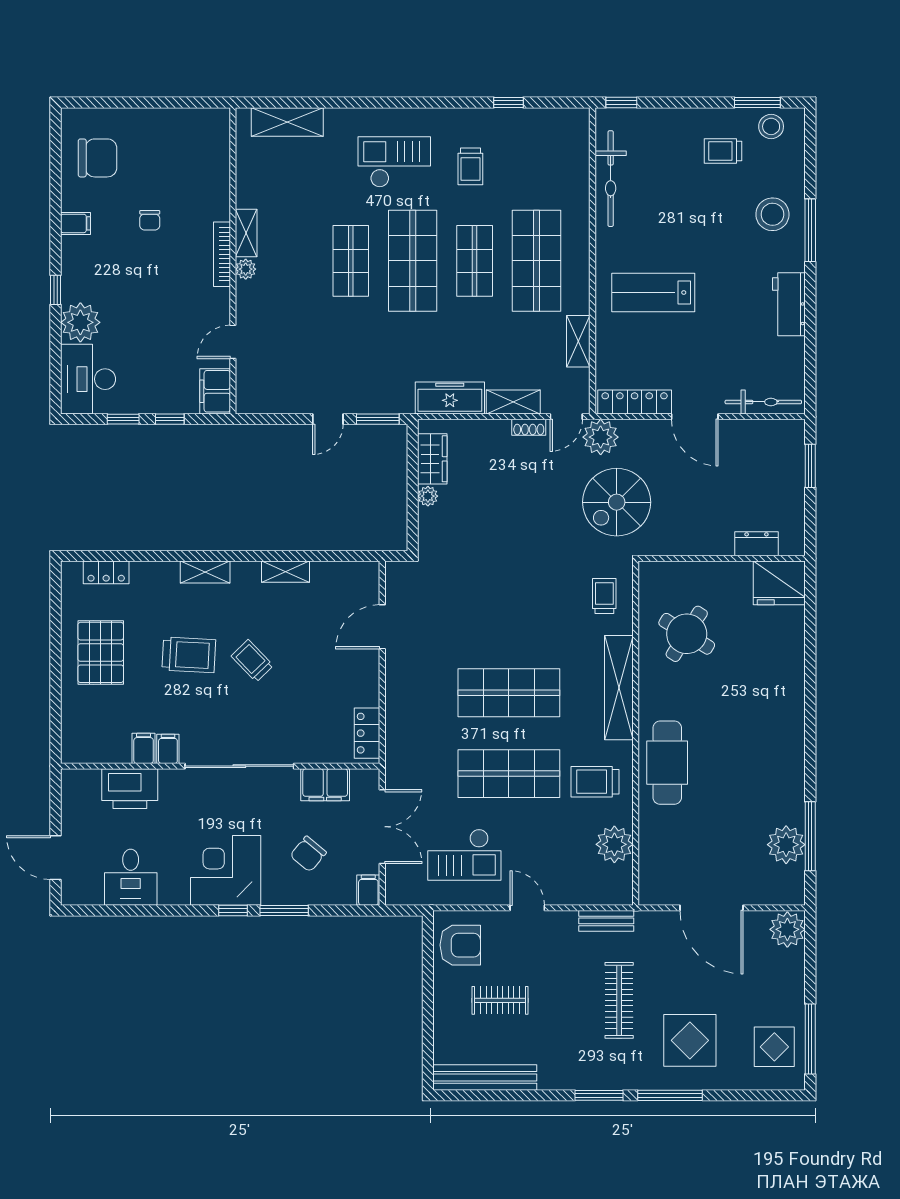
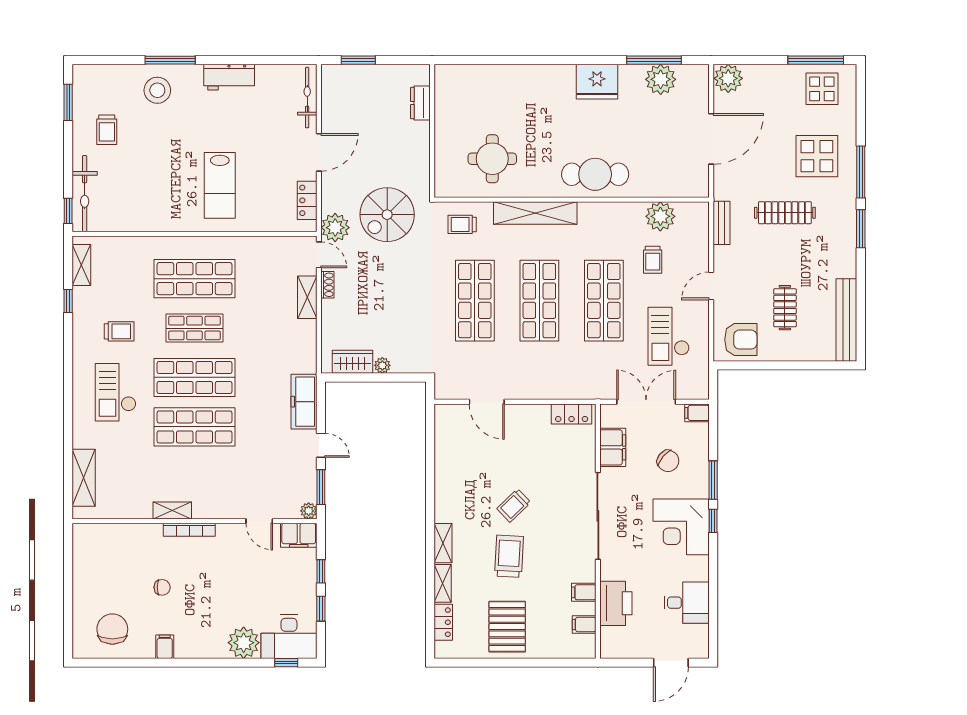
stool: (771, 126) -> (87, 91), removed
bicycle: (611, 179) -> (85, 194), moved, turned 90
shop shelf: (351, 261) -> (195, 427), width x1.43, depth x1.36
plant: (246, 269) -> (309, 511), moved
window: (56, 290) -> (286, 663), moved
shelving: (578, 341) -> (81, 265), moved, turned 90
freezer: (450, 398) -> (304, 402), moved
locker: (635, 402) -> (307, 200), width x0.66
window: (378, 419) -> (321, 487), moved
spiral stairs: (617, 502) -> (387, 215), turned 90
shelving: (286, 572) -> (443, 583), moved
fridge: (779, 583) -> (597, 82), moved, turned 90
shop shelf: (509, 612) -> (475, 301), added
round table: (687, 634) -> (492, 159), turned -32
pallet: (101, 652) -> (507, 627), turned 90
filing cabinet: (168, 749) -> (584, 624), moved
trolley: (595, 782) -> (653, 260), moved, width x0.73, depth x0.72
checkout: (464, 855) -> (669, 336), turned 180
armchair: (460, 945) -> (741, 340), turned 90

